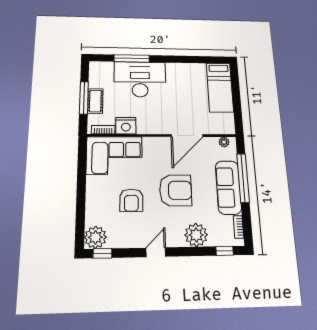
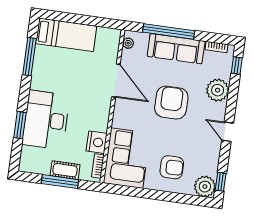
window: (132, 58) -> (20, 125), width x0.69
window: (194, 60) -> (29, 57), added
armchair: (131, 200) -> (172, 167), moved

